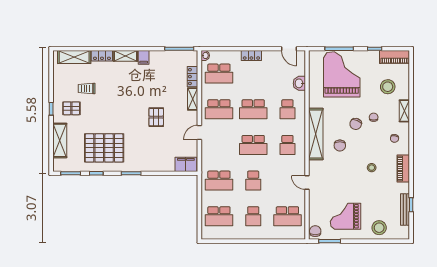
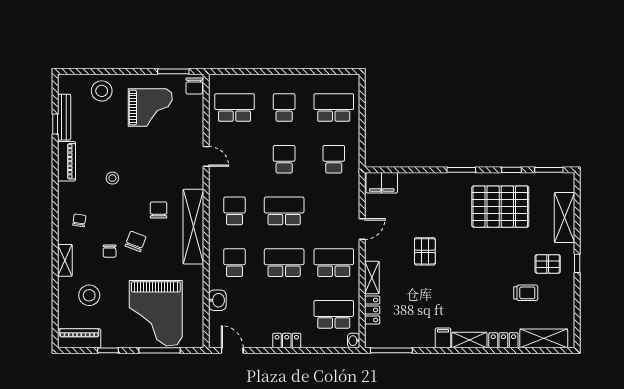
piano: (403, 168) -> (67, 161), moved
school desk: (219, 181) -> (334, 159), width x0.54

